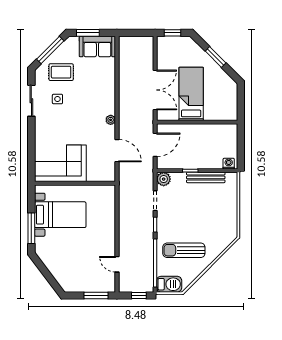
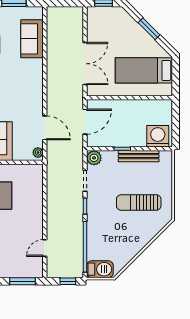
sofa: (97, 46) -> (32, 39), moved, turned 90
bed: (191, 94) -> (144, 70), moved, turned -90
plant: (111, 120) -> (38, 153), moved
washing machine: (229, 164) -> (158, 136), width x1.89, depth x1.89
sun lounger: (184, 250) -> (139, 202), moved
door: (117, 264) -> (45, 248), hinge flipped

